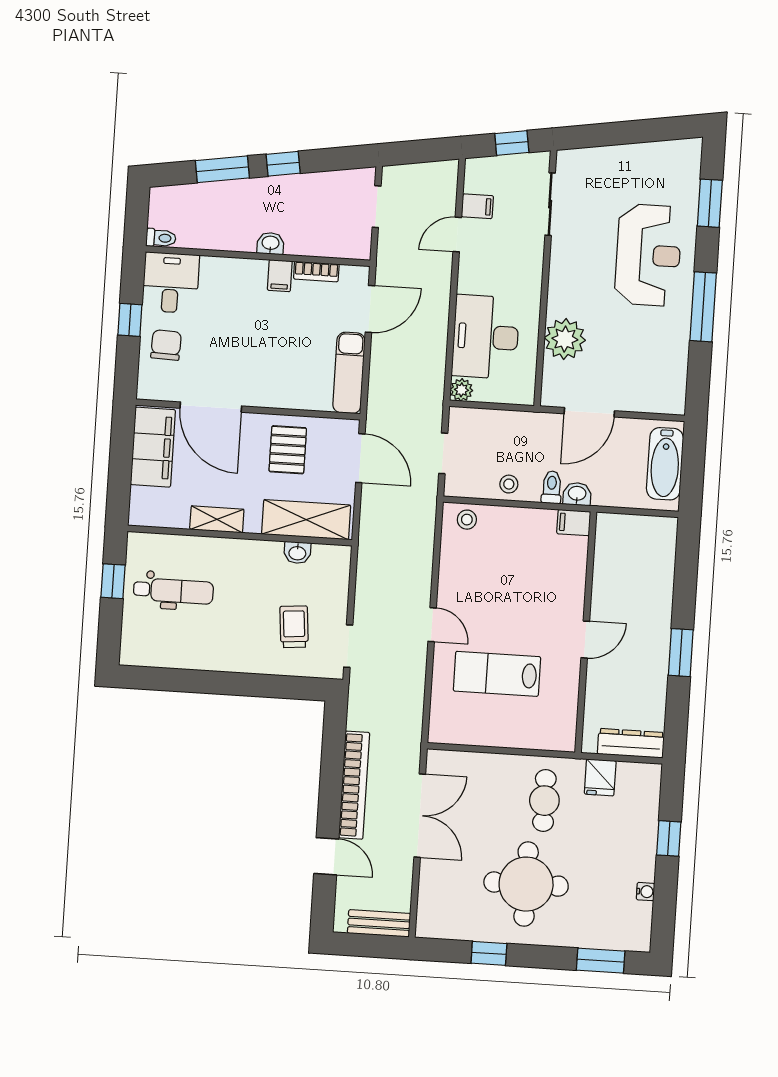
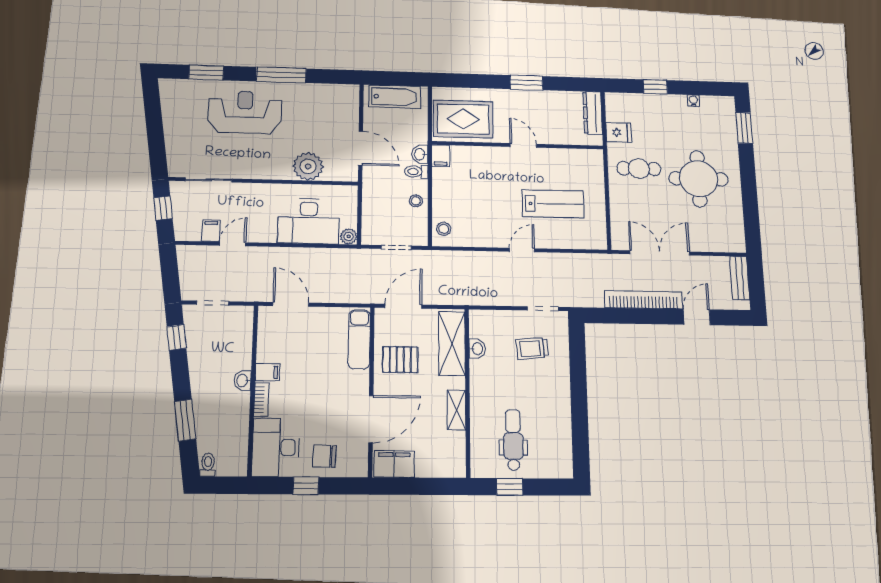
window: (283, 164) -> (176, 337), moved
door: (457, 235) -> (233, 244), swing flipped
toilet: (161, 238) -> (208, 465), moved
bookcase: (316, 272) -> (261, 400), moved
desk: (171, 283) -> (276, 447), width x1.37
exam couch: (349, 373) -> (359, 339), moved, turned 90
filing cabinet: (153, 447) -> (394, 464), width x0.67, depth x0.86
rug: (628, 558) -> (463, 119), added
lab bench: (497, 674) -> (553, 204), turned -90
window: (489, 953) -> (750, 202), removed

